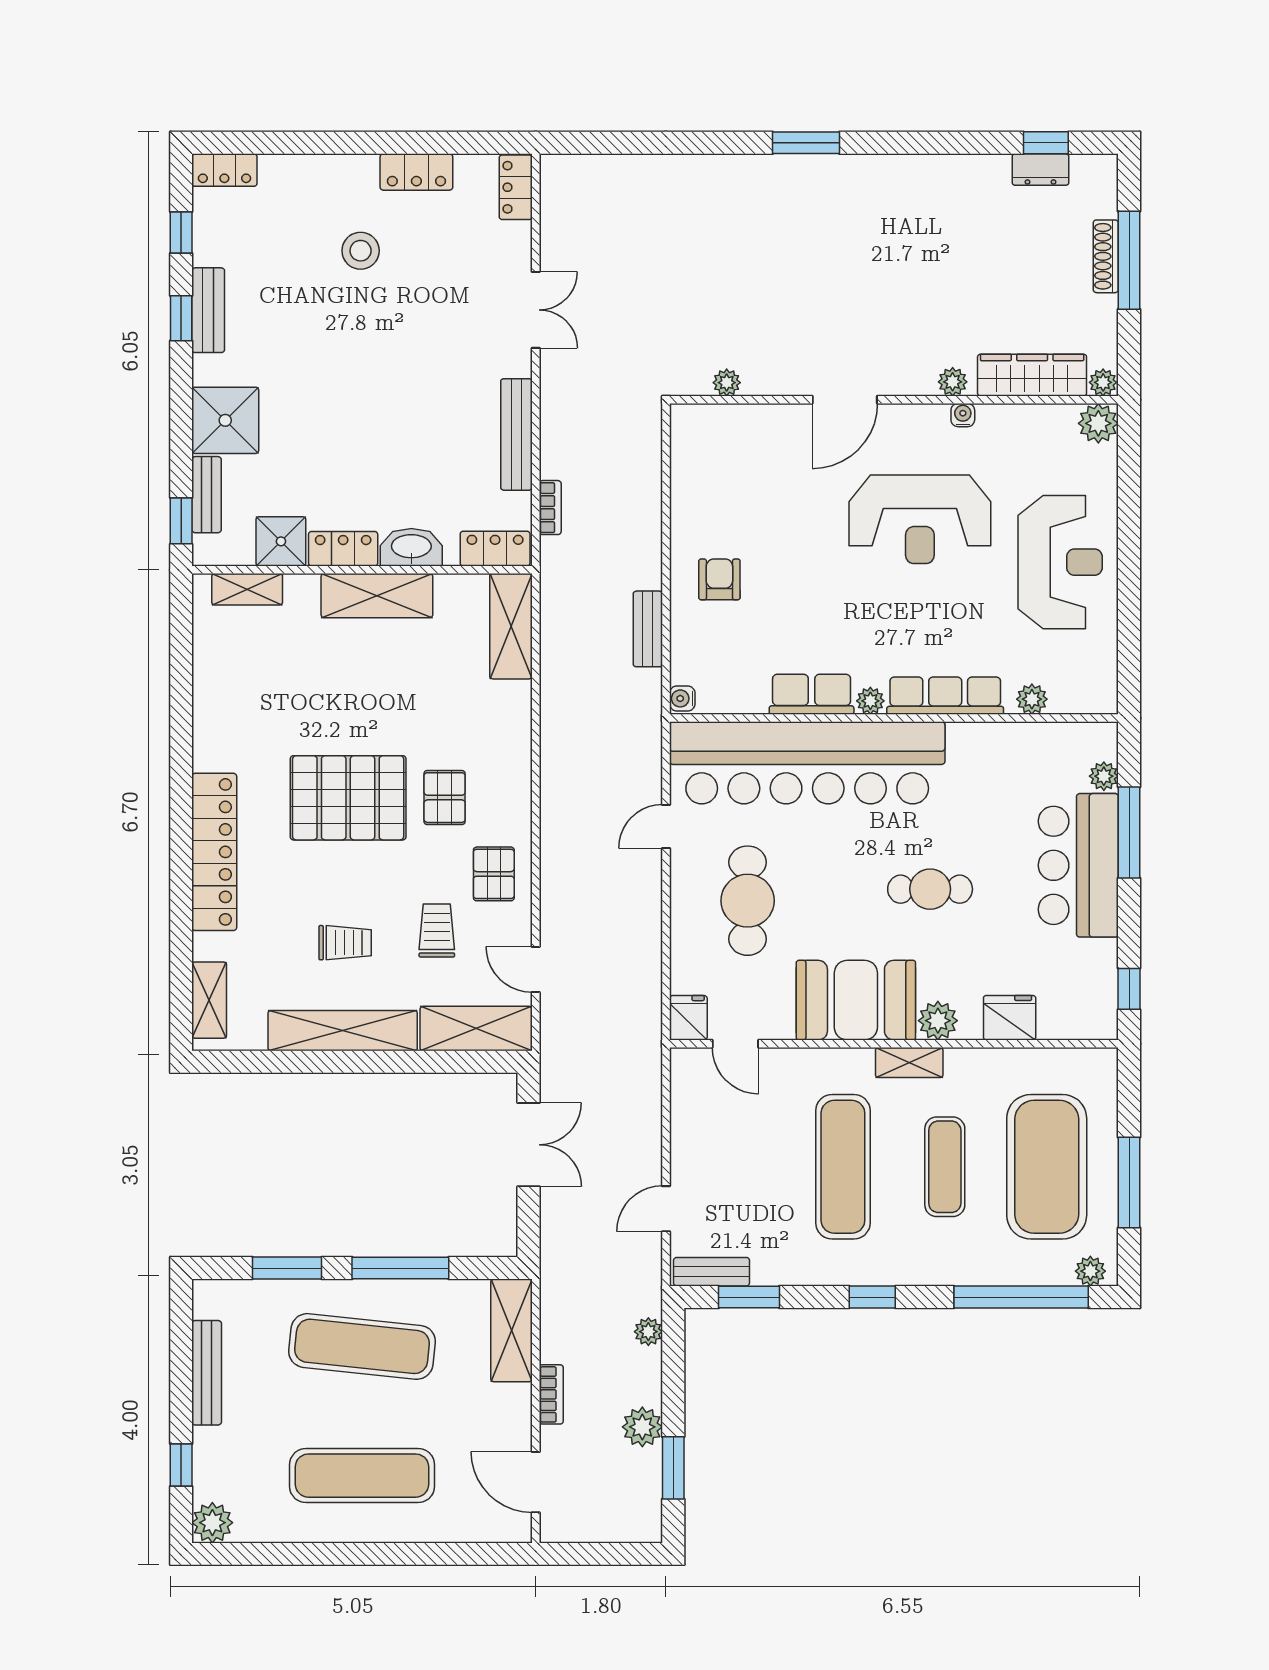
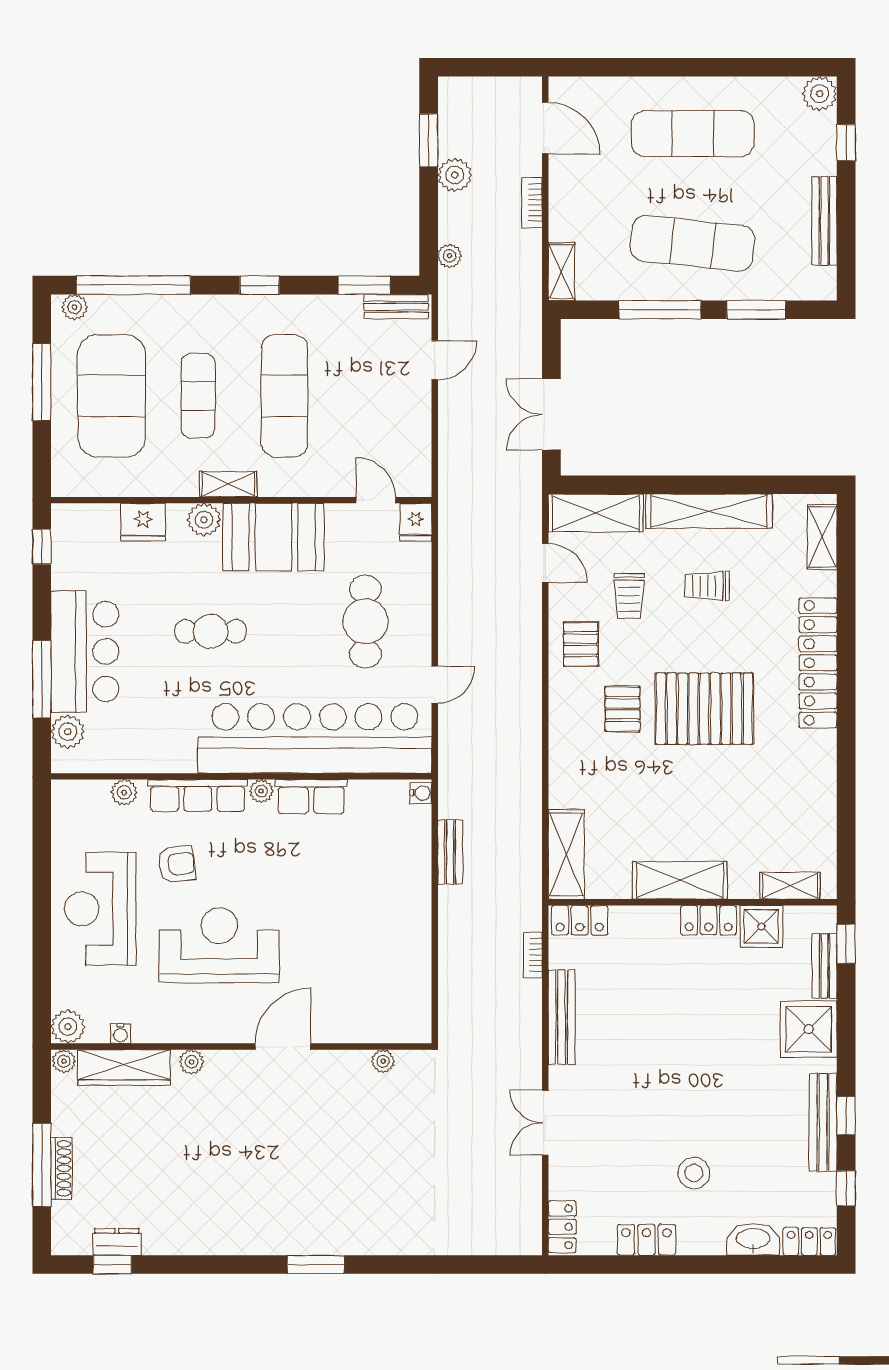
bench: (208, 310) -> (823, 1123), width x1.36
water cooler: (963, 415) -> (120, 1034), moved
washbasin: (411, 547) -> (753, 1239), moved, turned 180
armchair: (719, 579) -> (177, 864), moved, turned -96
plant: (1104, 776) -> (68, 732), width x1.38, depth x1.38
shelving: (511, 1330) -> (561, 271), width x0.67, depth x0.75

